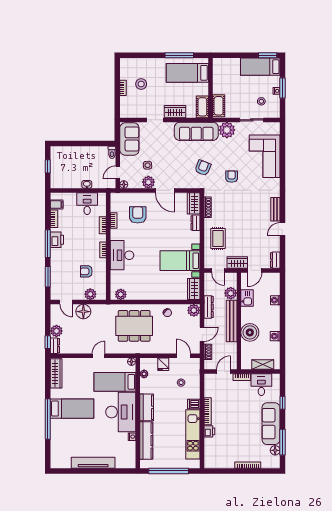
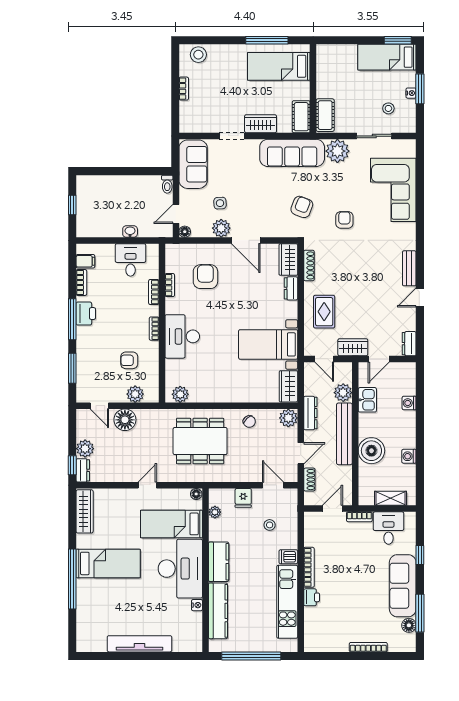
stool: (141, 84) -> (198, 55), moved

